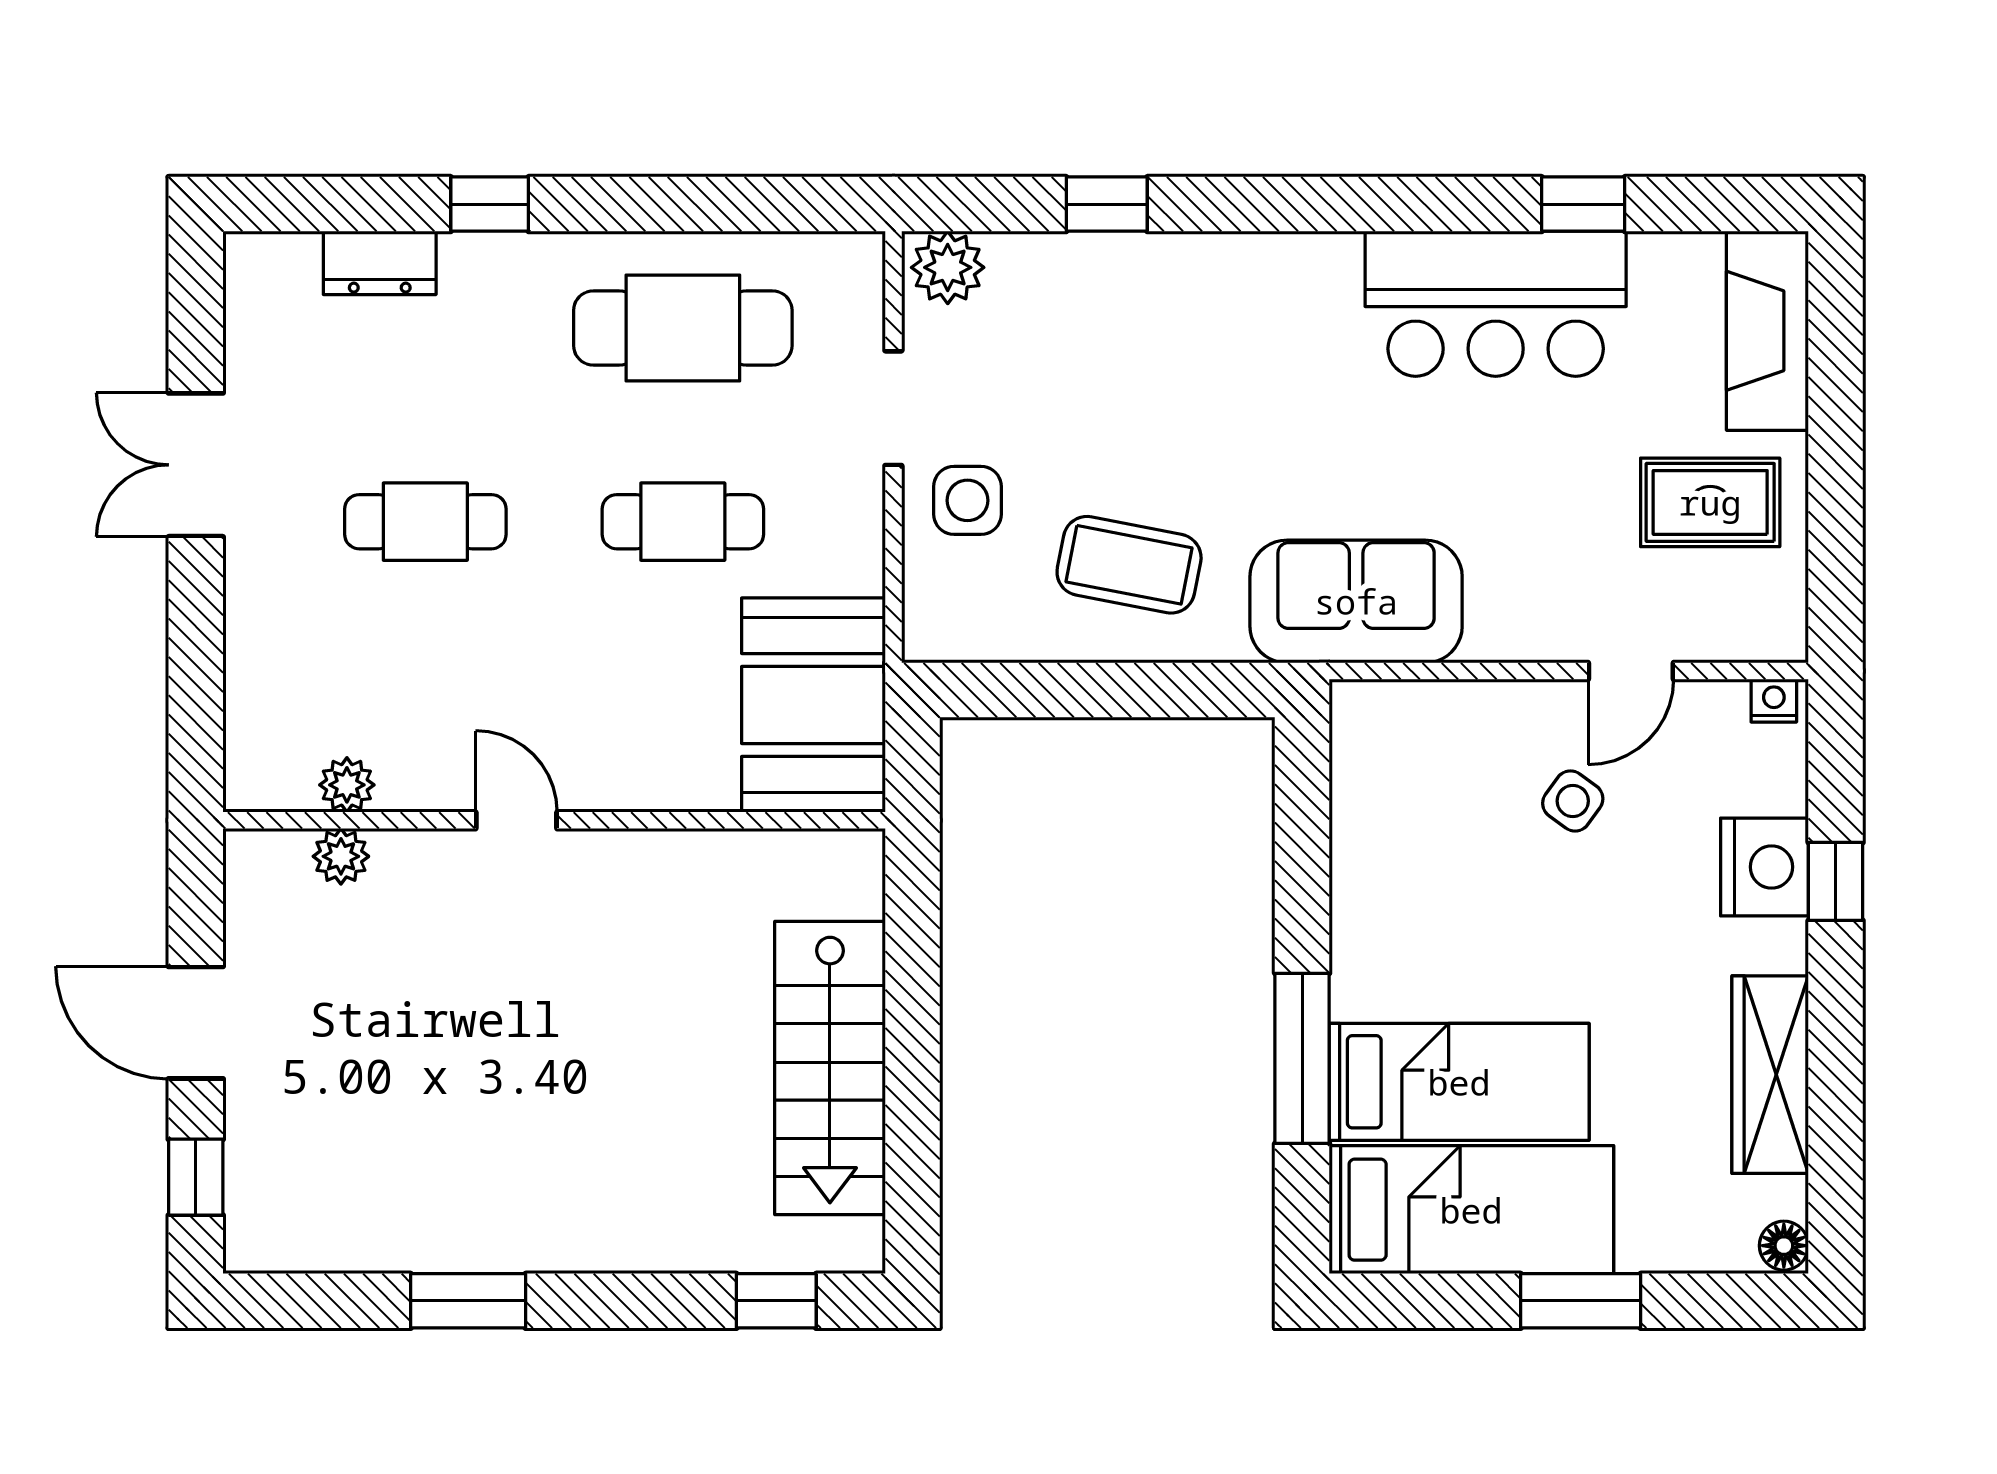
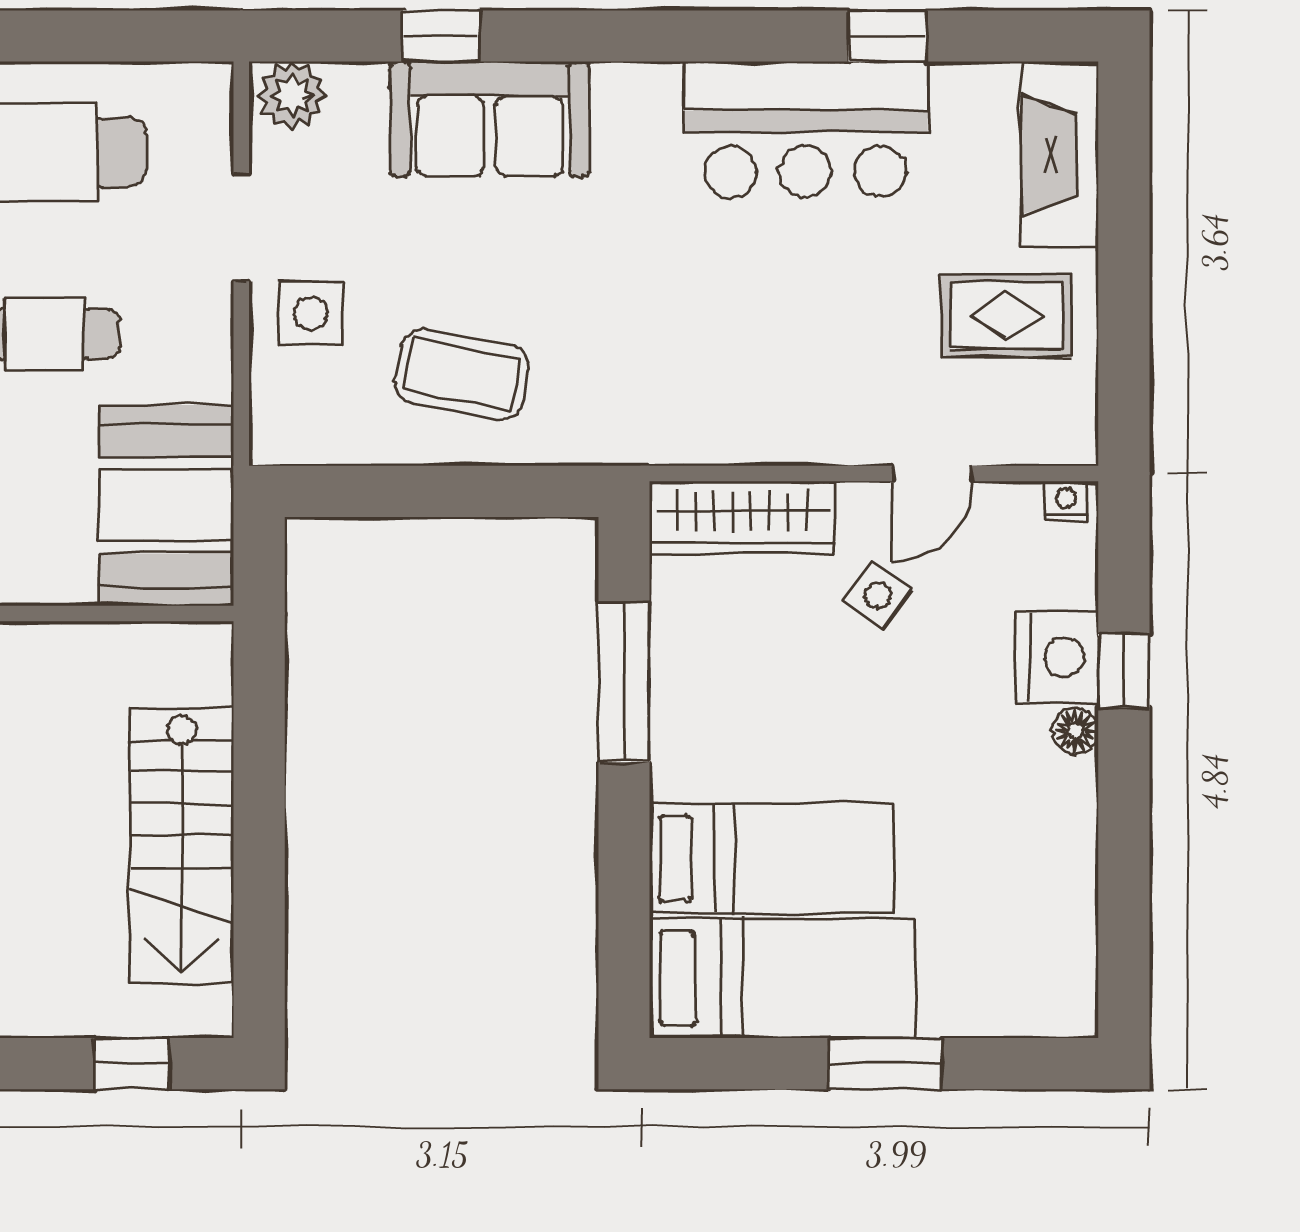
sofa: (1356, 601) -> (490, 119), moved, turned 180
window: (1302, 1058) -> (624, 682), moved
wardrobe: (1770, 1075) -> (742, 517), moved, turned -90
floor lamp: (1784, 1246) -> (1075, 731), moved

